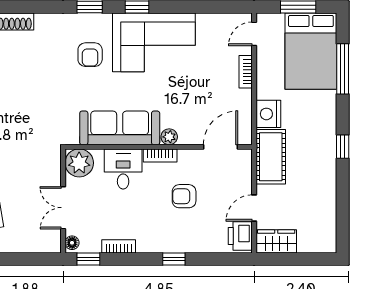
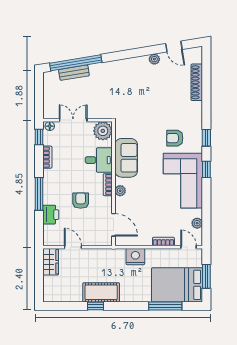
plant: (218, 21) -> (197, 223), added
sofa: (120, 128) -> (126, 158), width x0.73
window: (343, 147) -> (95, 306), moved
cot: (271, 157) -> (101, 292), moved
printer: (240, 236) -> (51, 215), moved, turned 90
window: (174, 259) -> (39, 194), width x2.17

